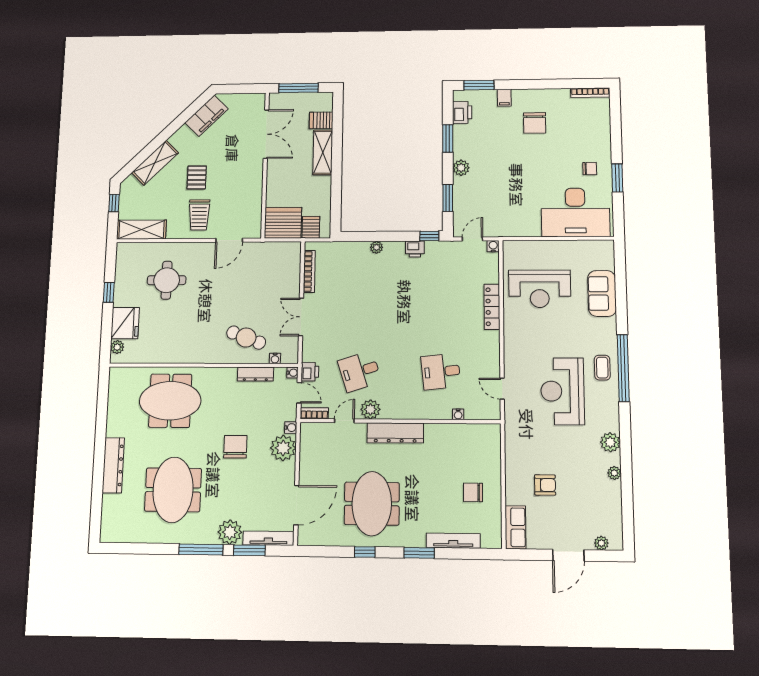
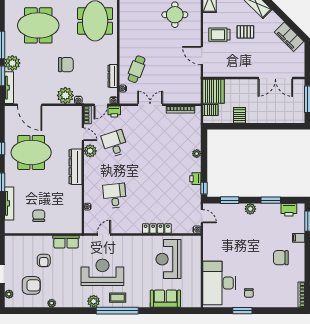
server rack: (321, 120) -> (240, 115), moved
shelving: (323, 152) -> (262, 117), removed
plant: (610, 442) -> (94, 301), moved
armchair: (586, 506) -> (31, 285), added
row of seats: (515, 527) -> (66, 242), moved

